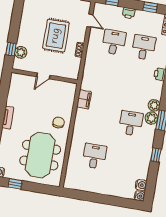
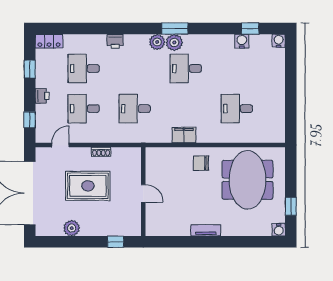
plant: (21, 52) -> (72, 228), moved
desk: (107, 80) -> (135, 109), added
filing cabinet: (84, 99) -> (184, 135), moved
meeting table: (40, 155) -> (248, 180), turned 90
window: (156, 155) -> (250, 29), moved
water cooler: (141, 185) -> (242, 41), moved

